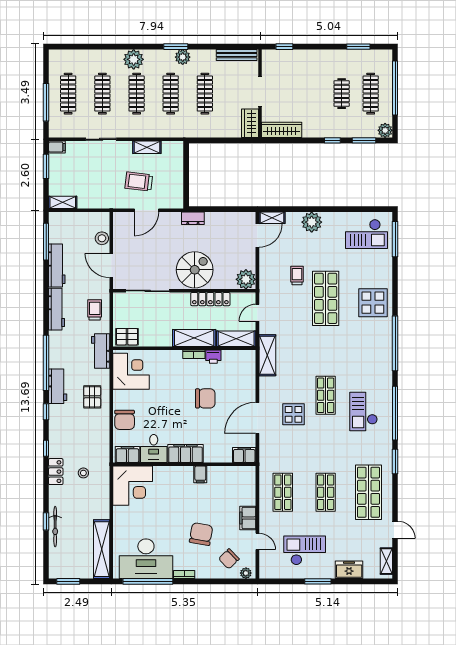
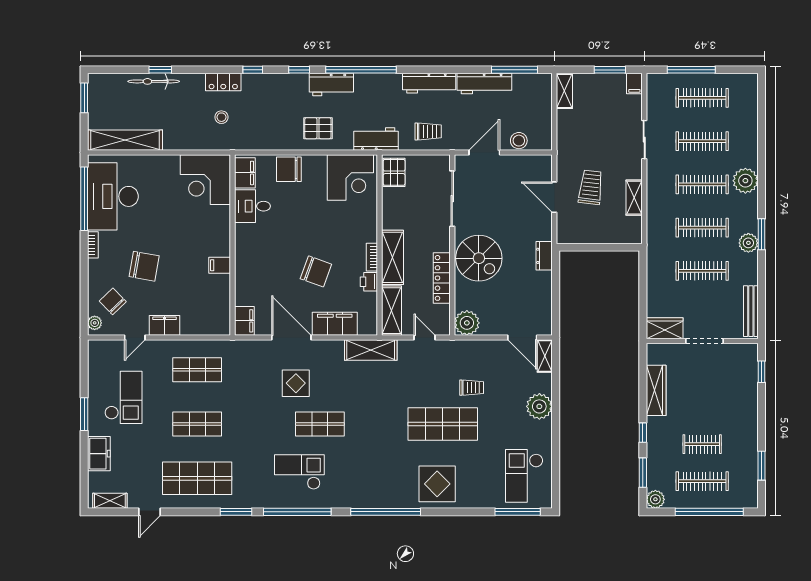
wardrobe: (282, 130) -> (656, 390), moved
chair: (205, 398) -> (316, 271), turned -70
filing cabinet: (186, 453) -> (335, 324), moved, turned -90

